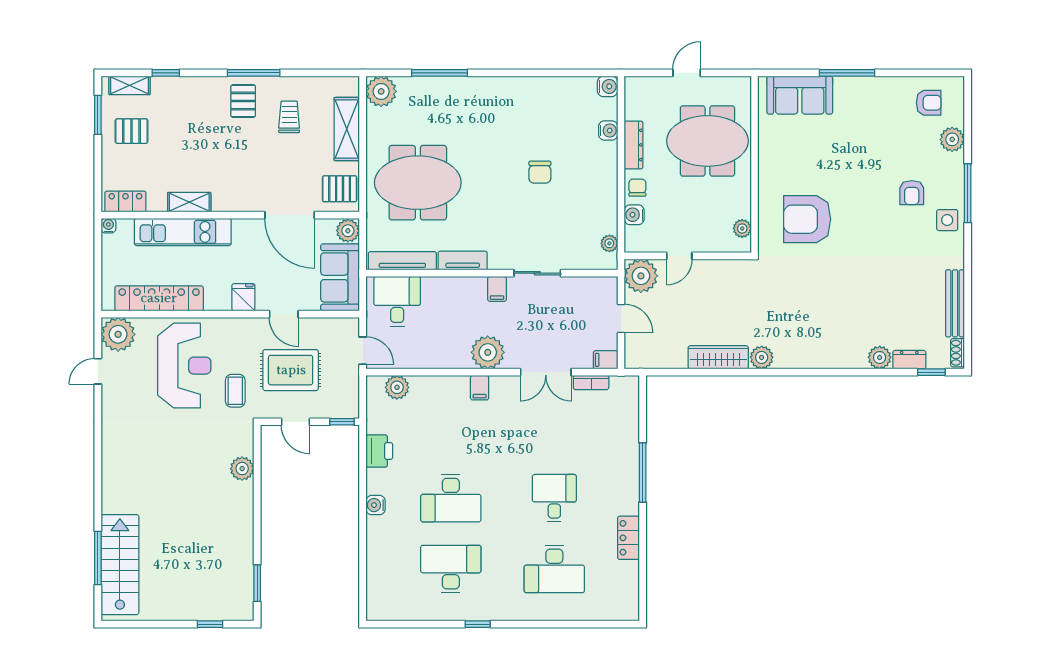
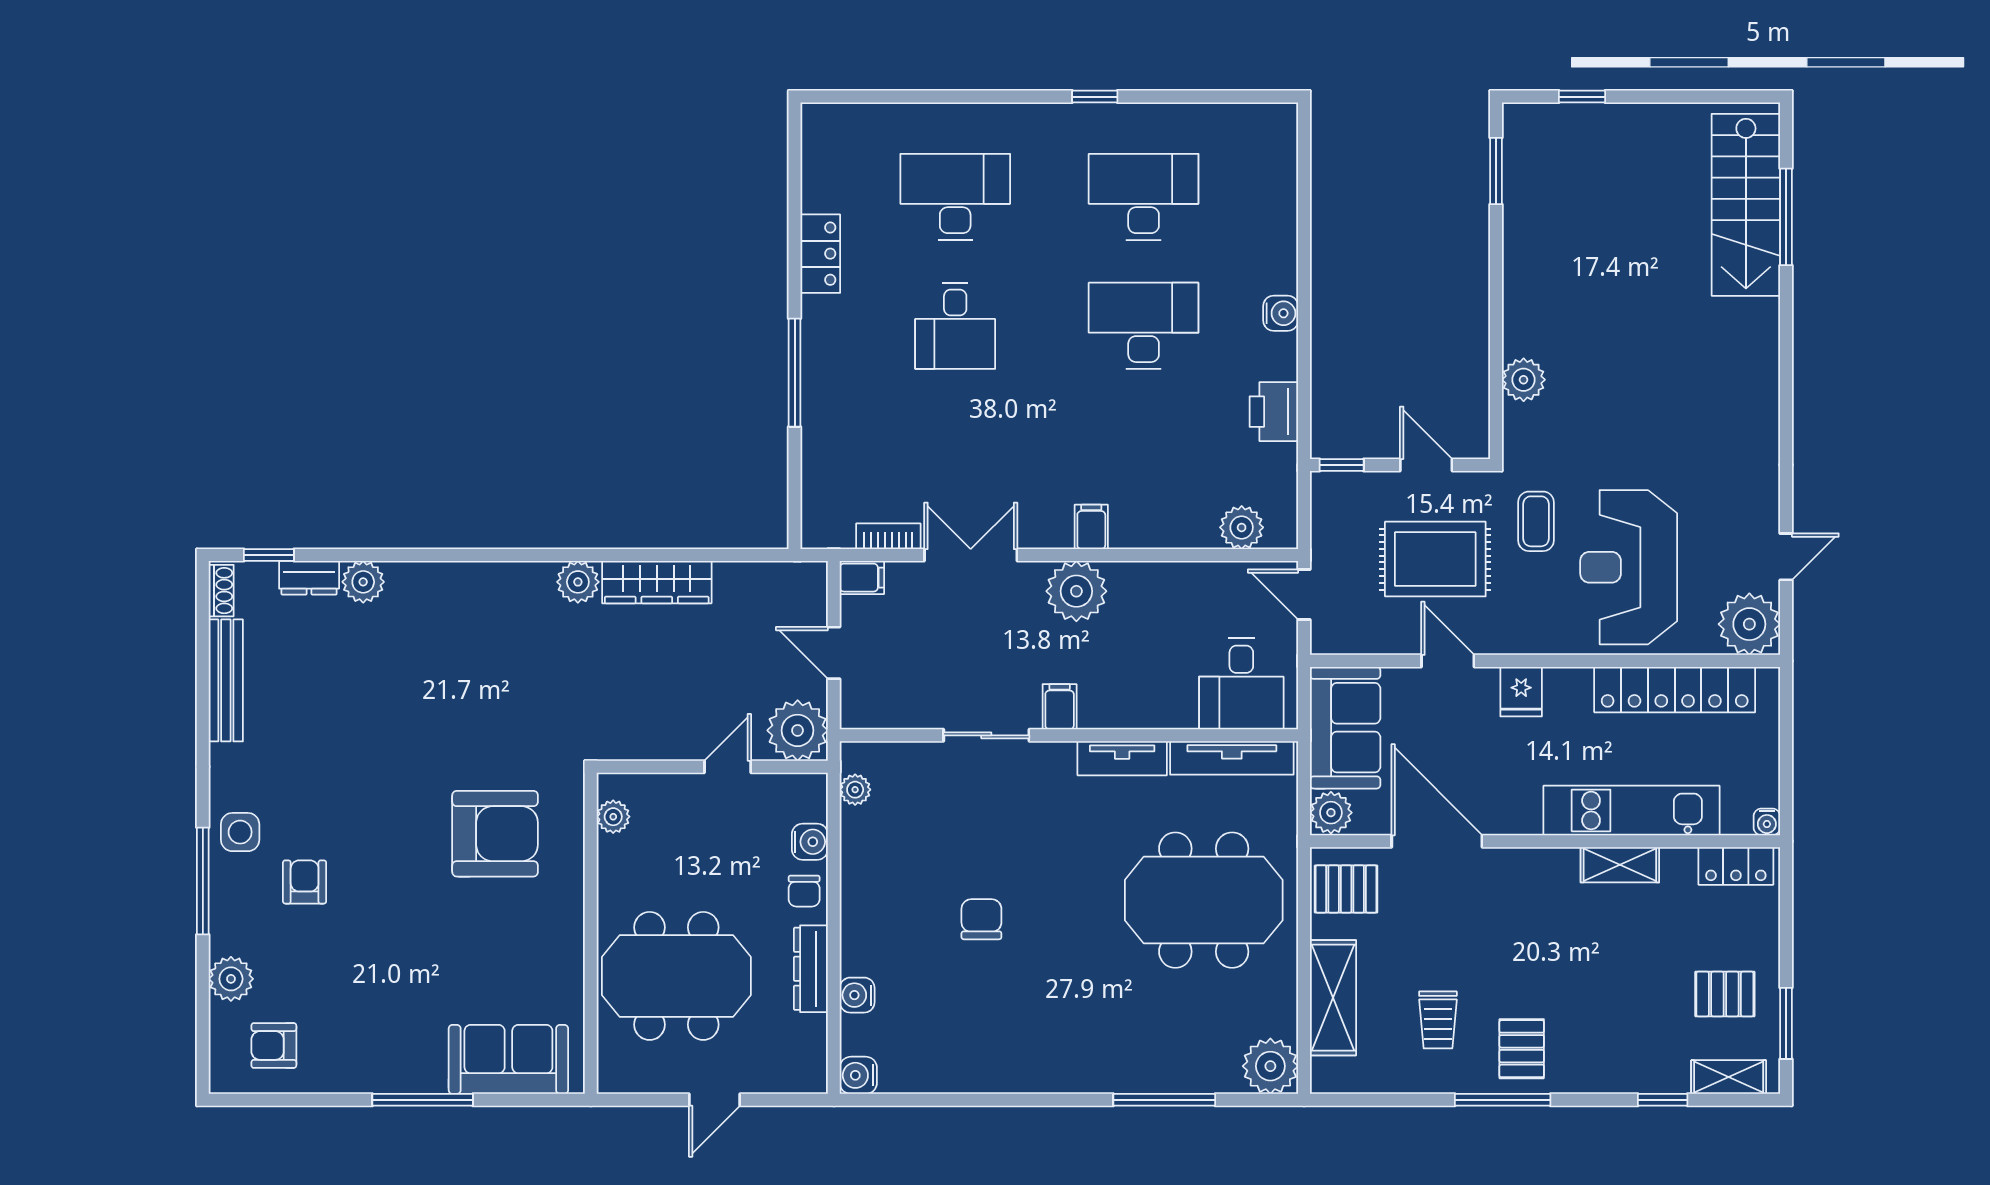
desk: (451, 569) -> (1144, 197), turned 180

